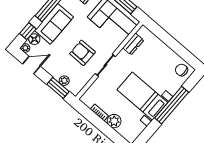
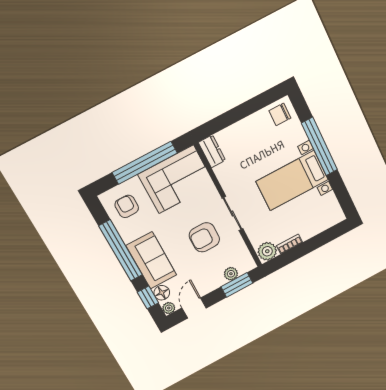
dresser: (133, 44) -> (212, 151), moved
plant: (114, 121) -> (267, 251), moved

